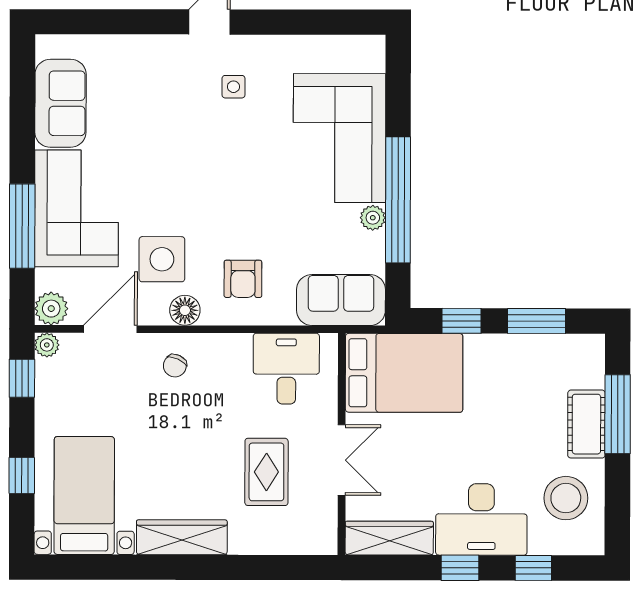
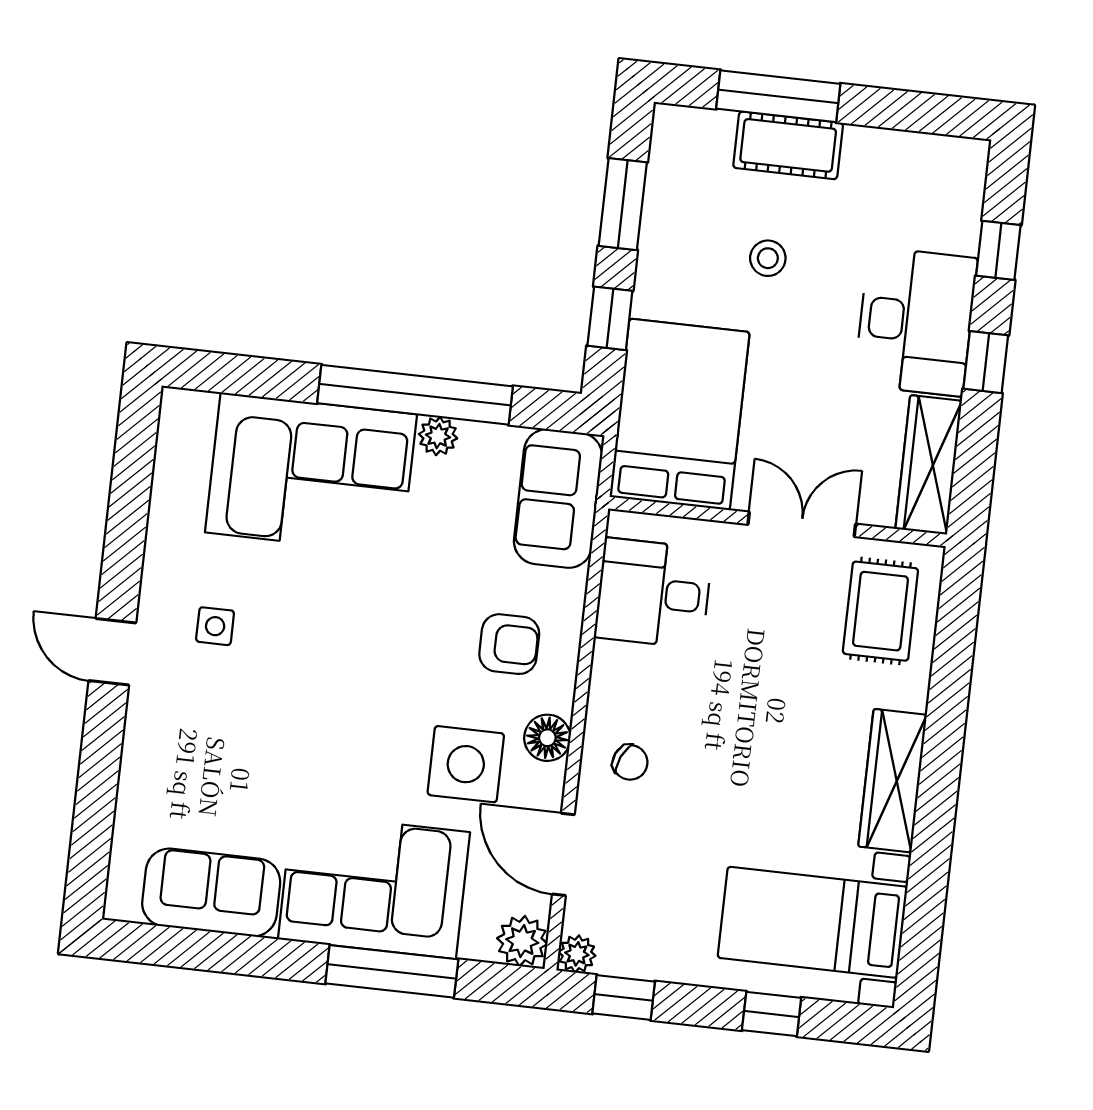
rug: (266, 472) -> (880, 611), moved, turned 90
stool: (566, 498) -> (768, 258), moved, width x0.53, depth x0.53

